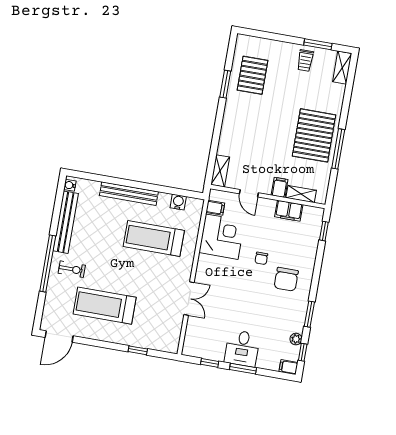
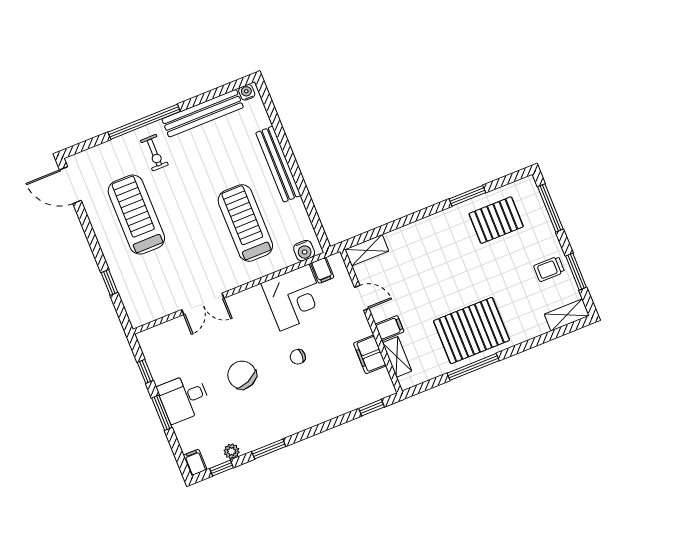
window: (266, 35) -> (550, 208), added
door: (249, 193) -> (362, 298), swing flipped
water cooler: (178, 202) -> (304, 251), moved, turned 90
chair: (286, 279) -> (242, 375), moved, turned 67

